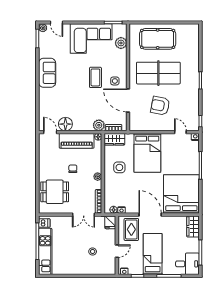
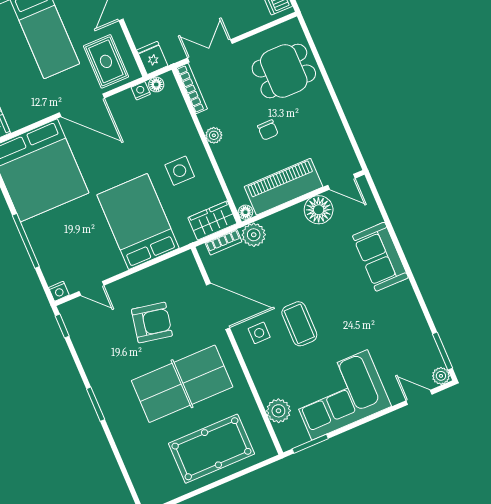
sofa: (47, 73) -> (380, 257), moved

